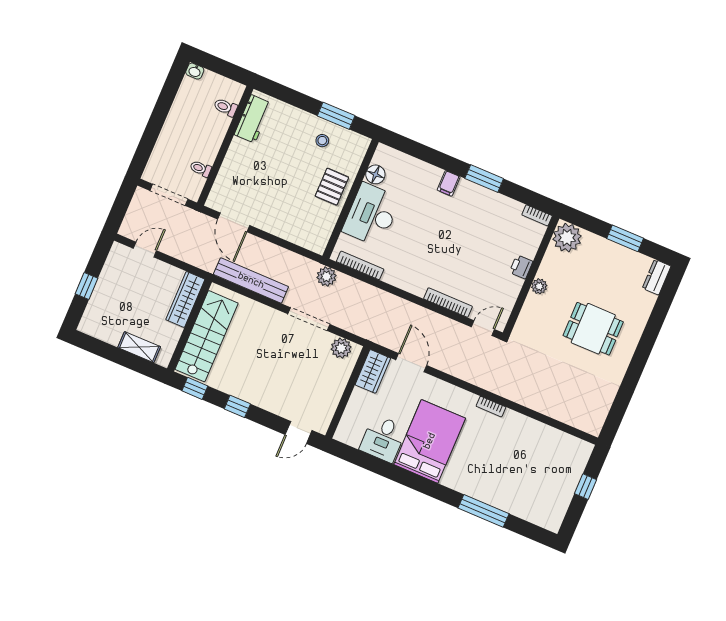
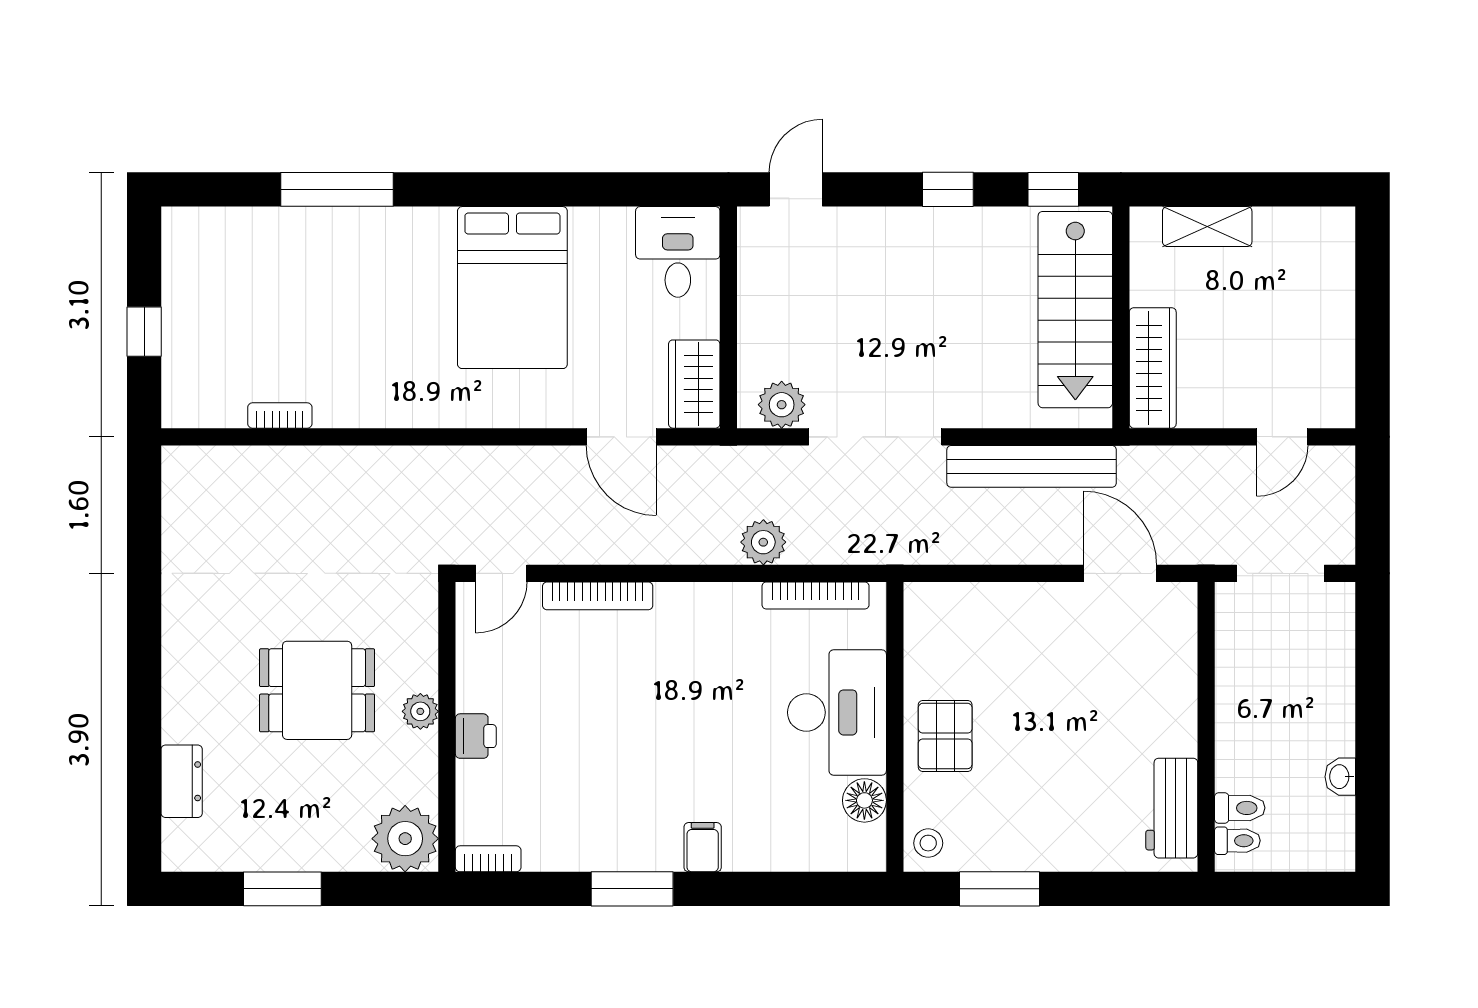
washbasin: (195, 71) -> (1340, 777), moved, turned -90
stool: (322, 141) -> (928, 843), moved
toilet: (201, 169) -> (1237, 841), moved
plant: (326, 277) -> (763, 542), moved
dresser: (657, 277) -> (182, 781), moved
window: (87, 286) -> (1373, 308), removed
doorway: (309, 319) -> (875, 437), width x1.36
dining table: (593, 329) -> (317, 690), moved
bookcase: (491, 407) -> (280, 415), moved
desk: (383, 439) -> (678, 252), moved

